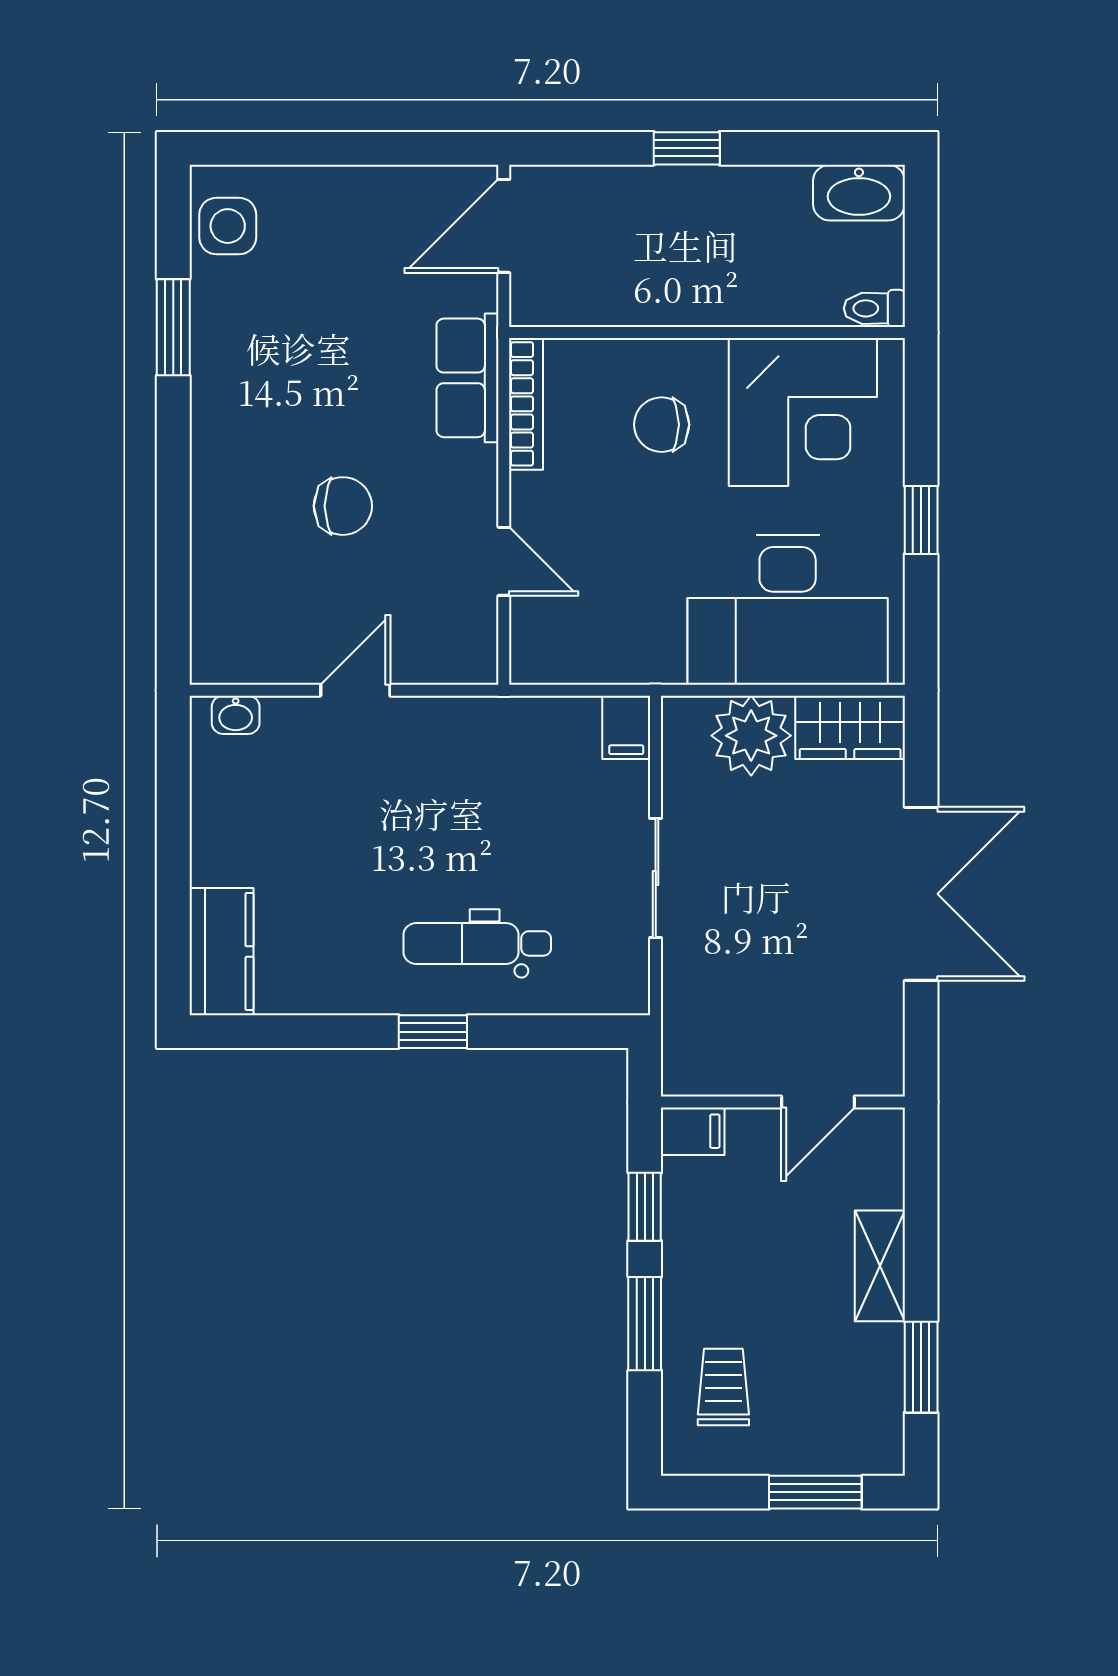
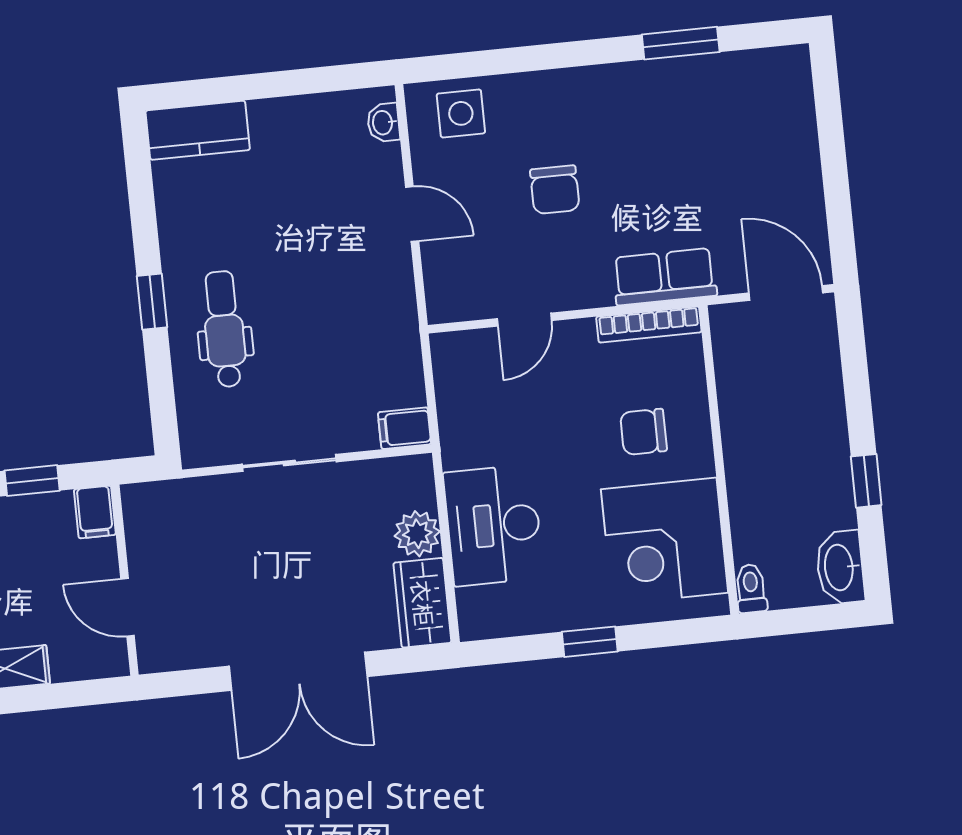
window: (687, 148) -> (866, 481), moved
side table: (228, 226) -> (461, 113), moved
chair: (662, 425) -> (643, 432), turned -90
desk: (788, 610) -> (493, 525), width x0.73, depth x0.77
plant: (751, 736) -> (417, 534), width x0.73, depth x0.73

